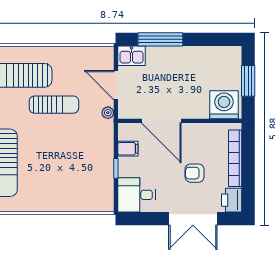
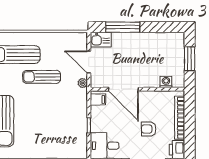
sun lounger: (54, 105) -> (42, 77), turned 180
washing machine: (224, 105) -> (166, 82), width x0.53, depth x0.53
filing cabinet: (128, 149) -> (98, 99), moved

